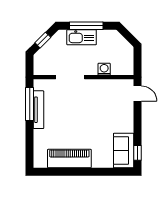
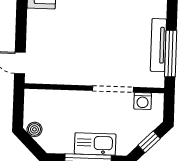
boiler: (125, 46) -> (34, 129), added
washing machine: (104, 69) -> (143, 101), moved

